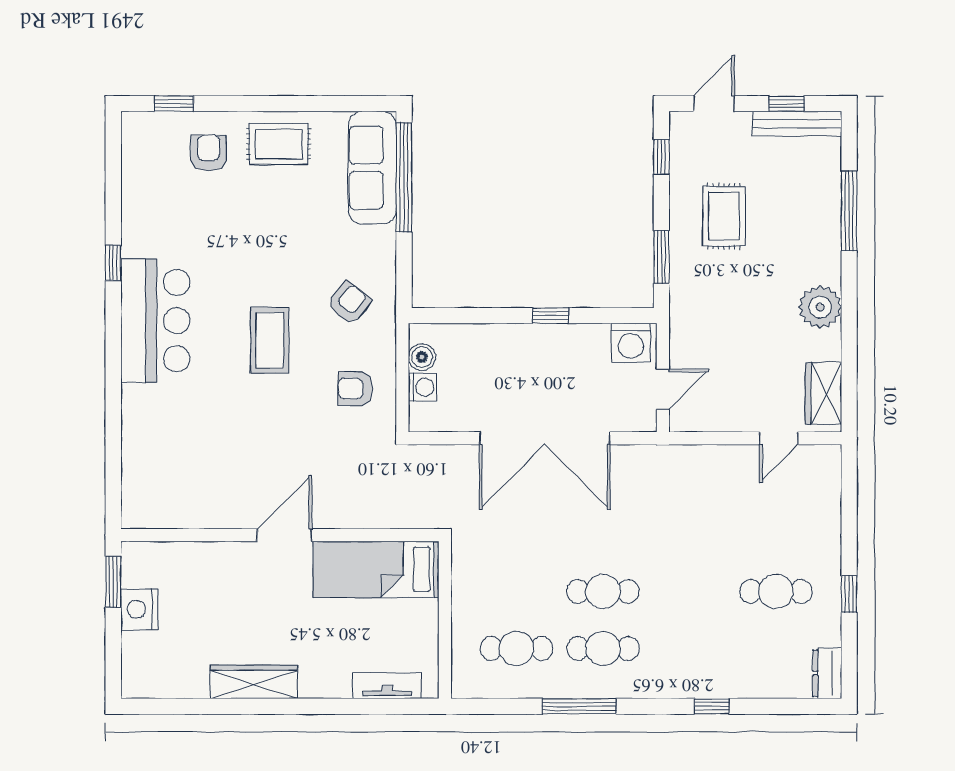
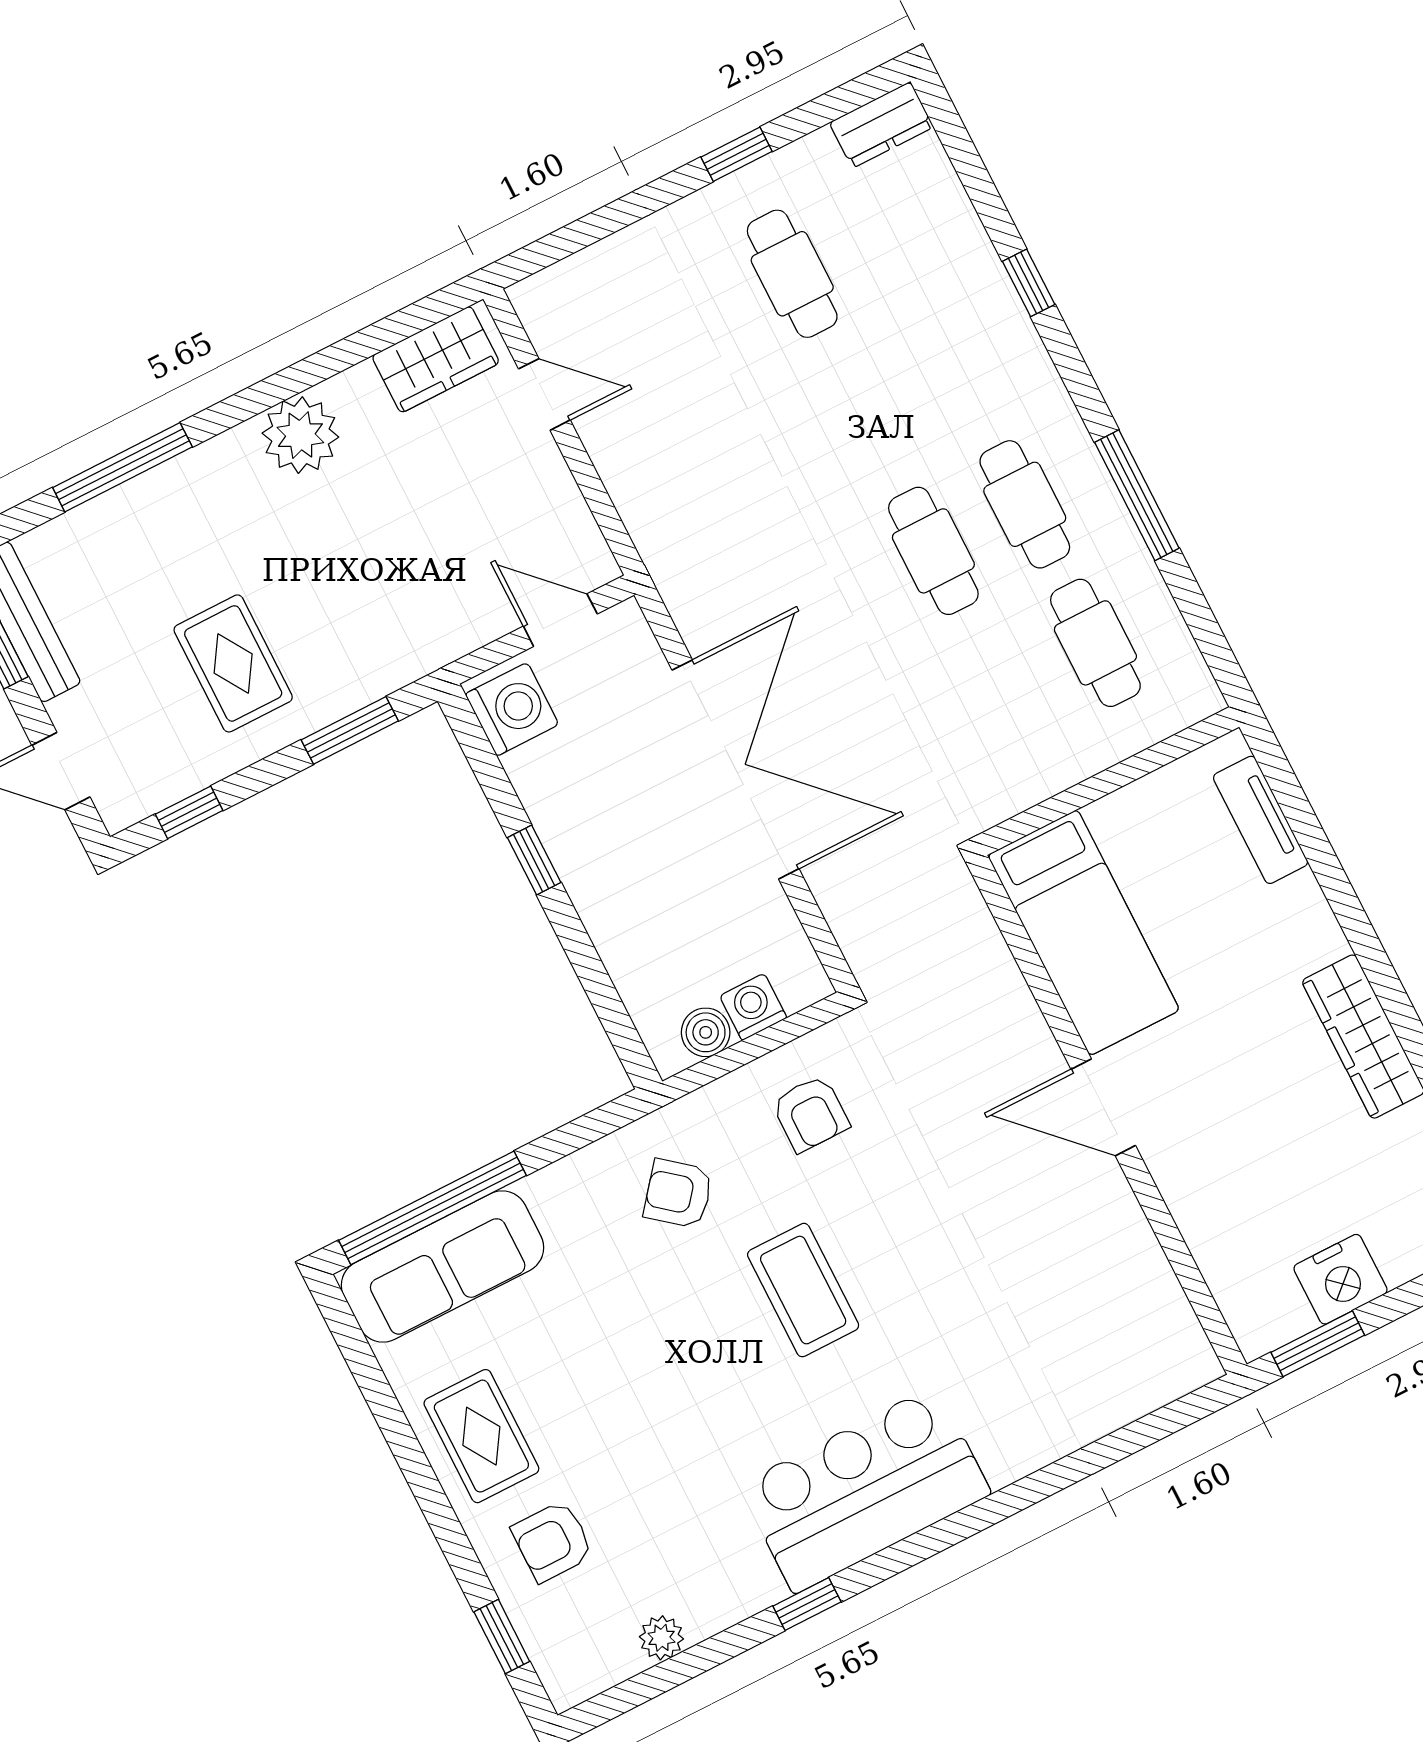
plant: (133, 182) -> (661, 1638), added
rug: (724, 216) -> (233, 663), turned 90
coffee table: (270, 340) -> (803, 1290), turned 90

